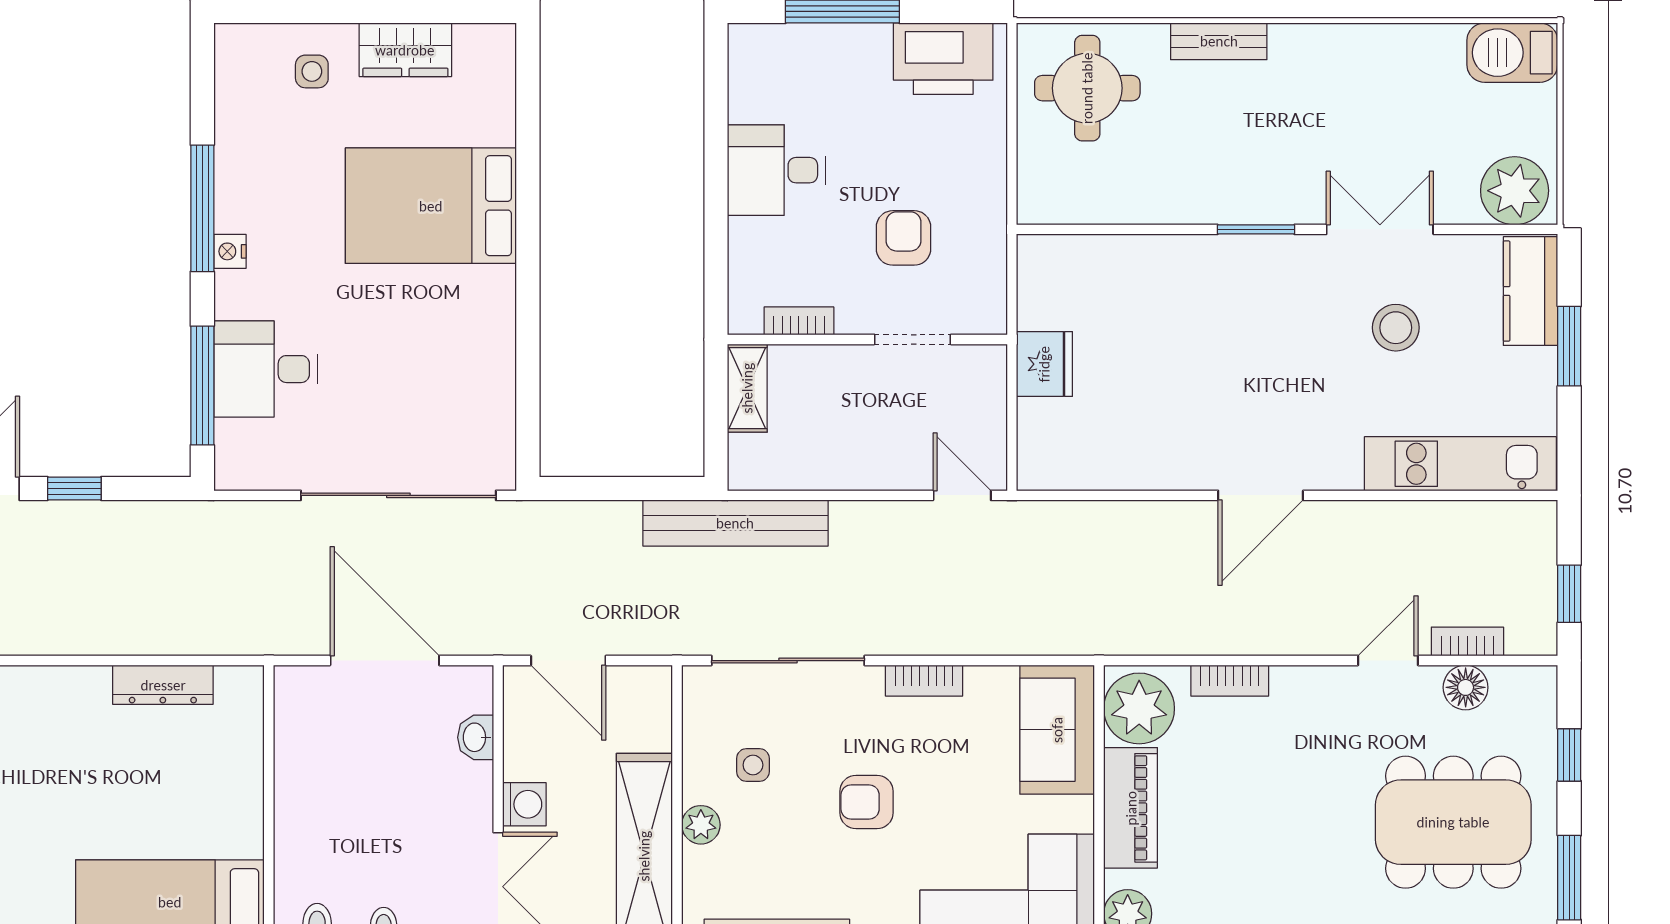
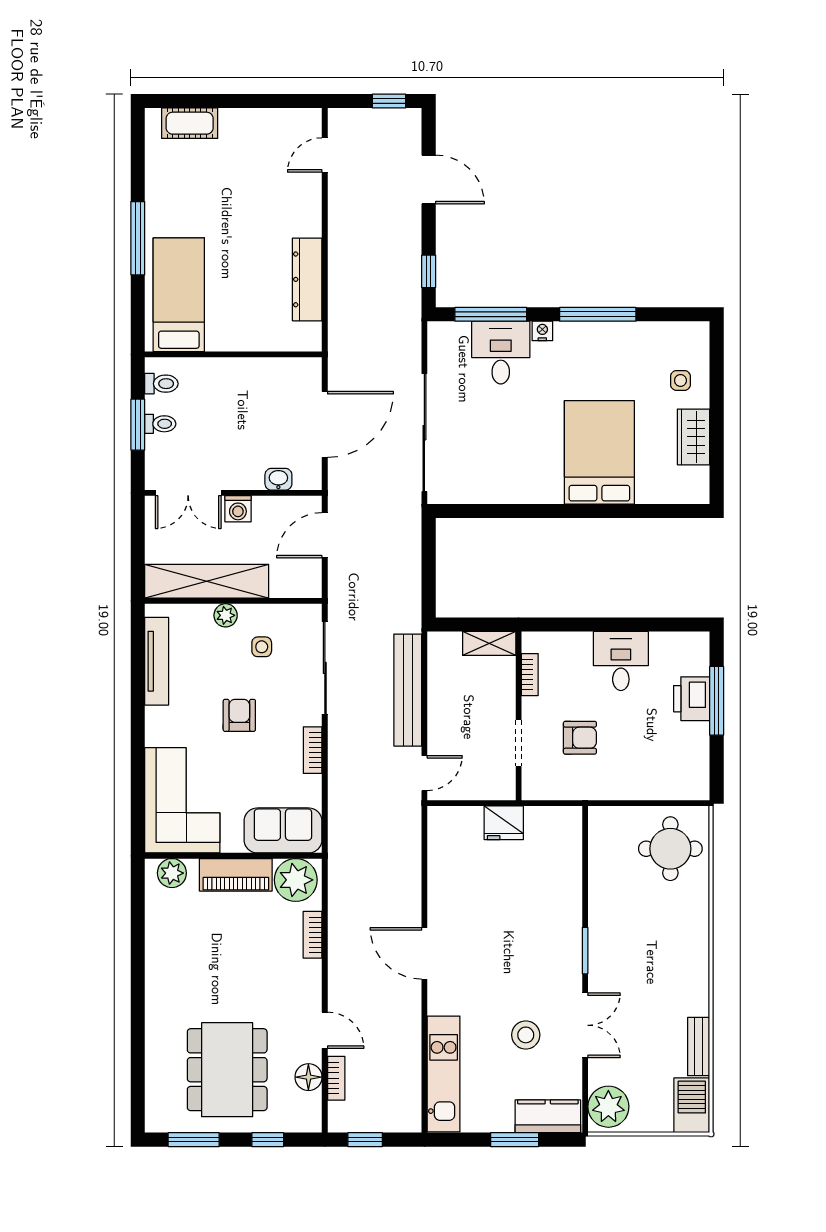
bench: (1219, 41) -> (699, 1047), moved
printer: (943, 59) -> (692, 699), moved, width x0.73, depth x0.84
nightstand: (230, 251) -> (542, 331), moved
window: (74, 489) -> (429, 271), moved
bench: (735, 523) -> (408, 690), moved
dresser: (163, 685) -> (307, 279), width x1.37, depth x1.24

